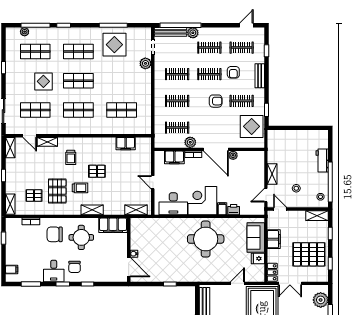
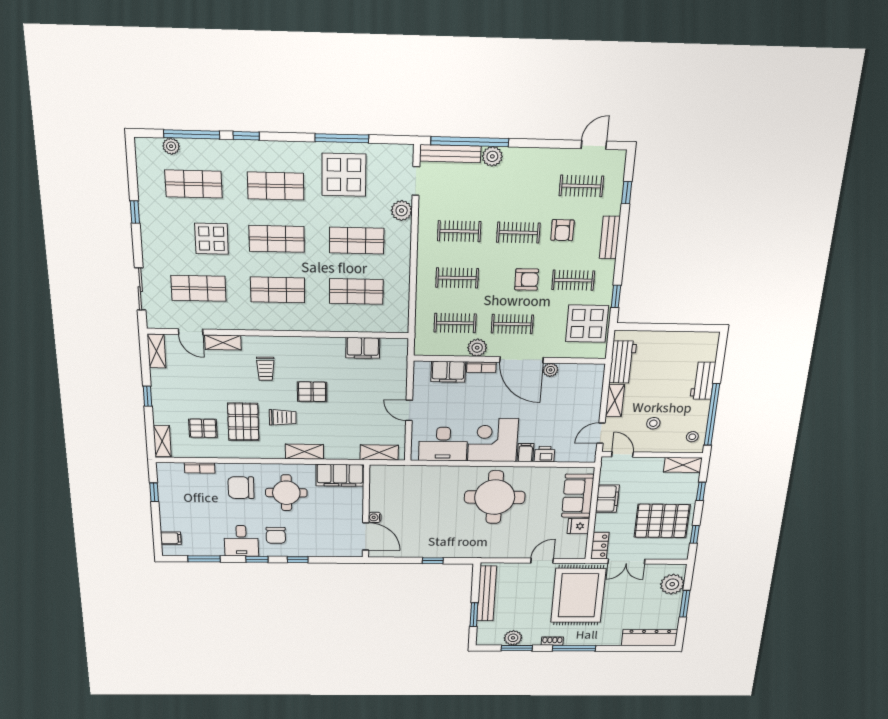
clothes rail: (209, 48) -> (512, 324), moved
shop shelf: (122, 81) -> (357, 241), added
workbench: (274, 150) -> (623, 362), added

